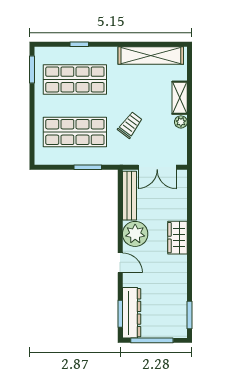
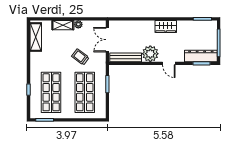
shelving: (151, 56) -> (36, 37), width x0.68
double door: (157, 167) -> (107, 40), swing flipped
wardrobe: (178, 238) -> (166, 26), moved
door: (120, 263) -> (169, 63), swing flipped

